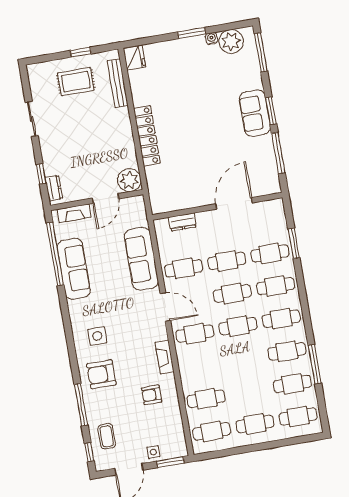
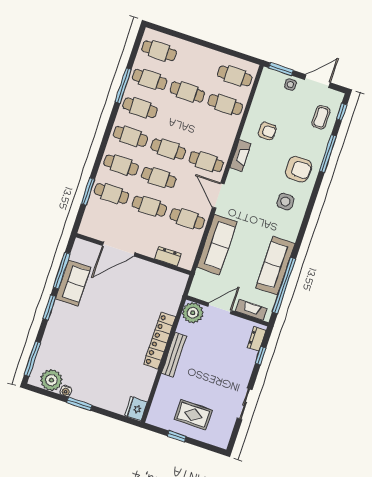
bench: (118, 83) -> (174, 355), moved
sofa: (255, 113) -> (73, 283), moved
cafe table: (255, 424) -> (187, 92), moved

